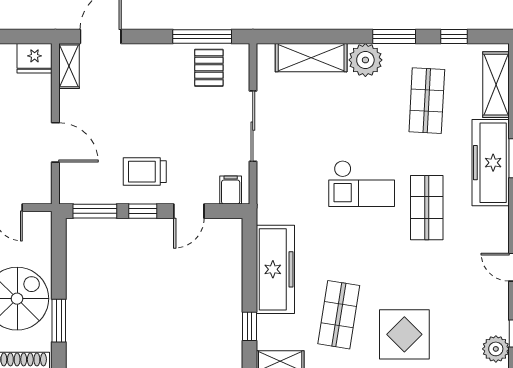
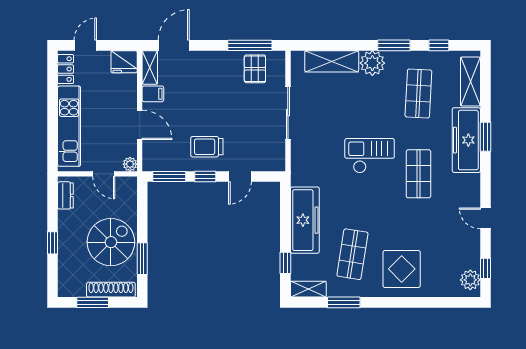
checkout: (362, 183) -> (370, 156), turned 180
filing cabinet: (231, 190) -> (153, 94), moved, turned 90
plant: (42, 195) -> (130, 164), added

